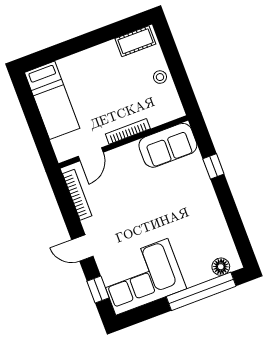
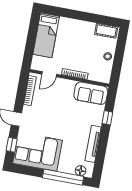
tv unit: (215, 217) -> (93, 144), added

